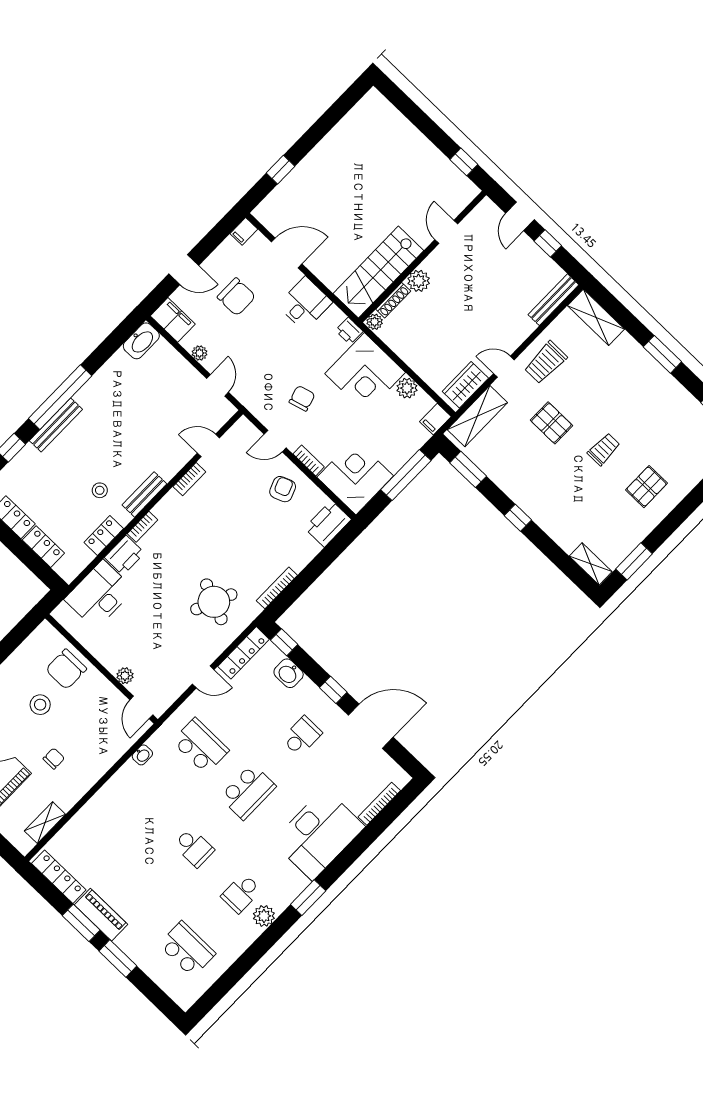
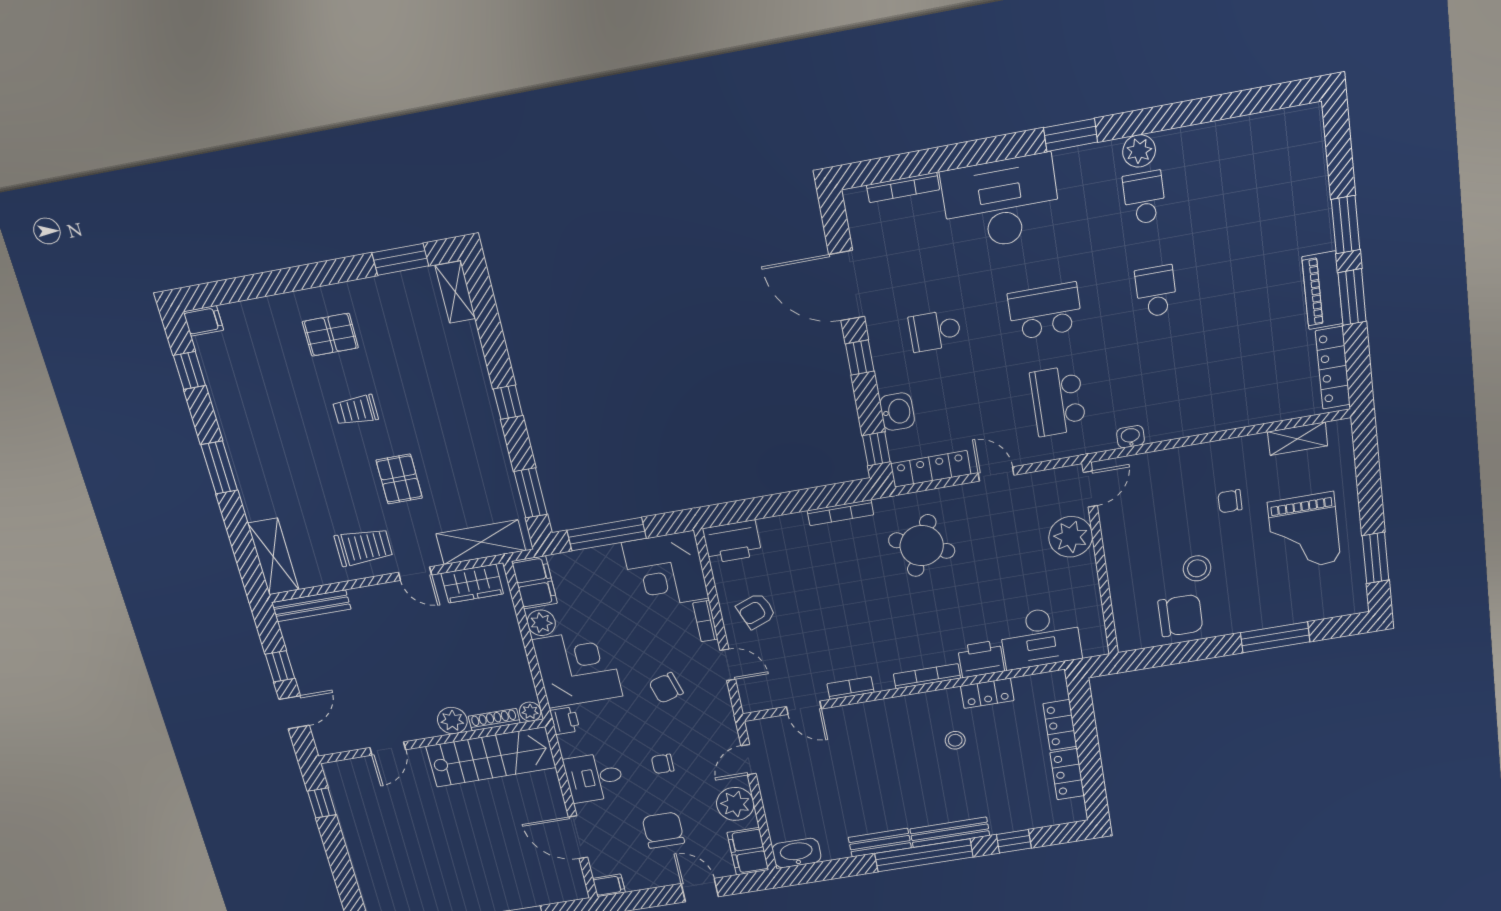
chair: (269, 344) -> (663, 764), added
plant: (200, 353) -> (735, 804), width x1.87, depth x1.87
filing cabinet: (435, 419) -> (534, 582), width x2.00
bench: (144, 494) -> (880, 843), moved
bookcase: (143, 527) -> (927, 676), width x1.56
chair: (66, 669) -> (1180, 616), moved
plant: (125, 676) -> (1071, 537), width x1.87, depth x1.87
school desk: (241, 893) -> (1144, 198), turned -90
school desk: (187, 949) -> (1258, 177), removed

